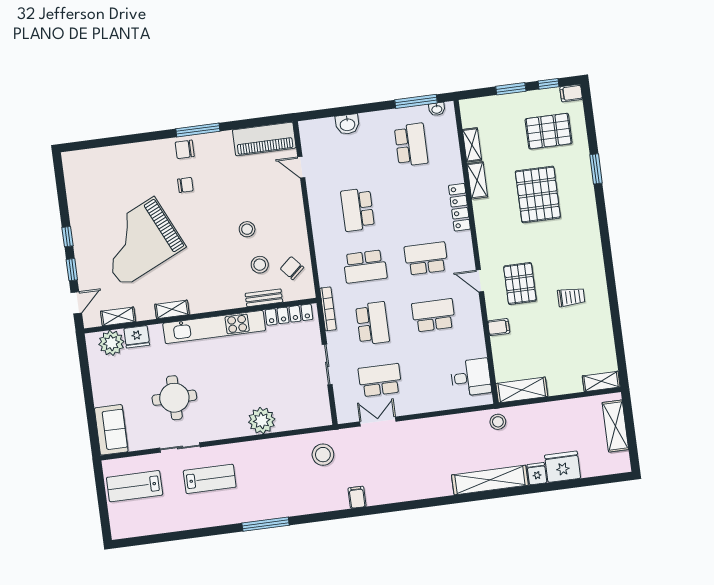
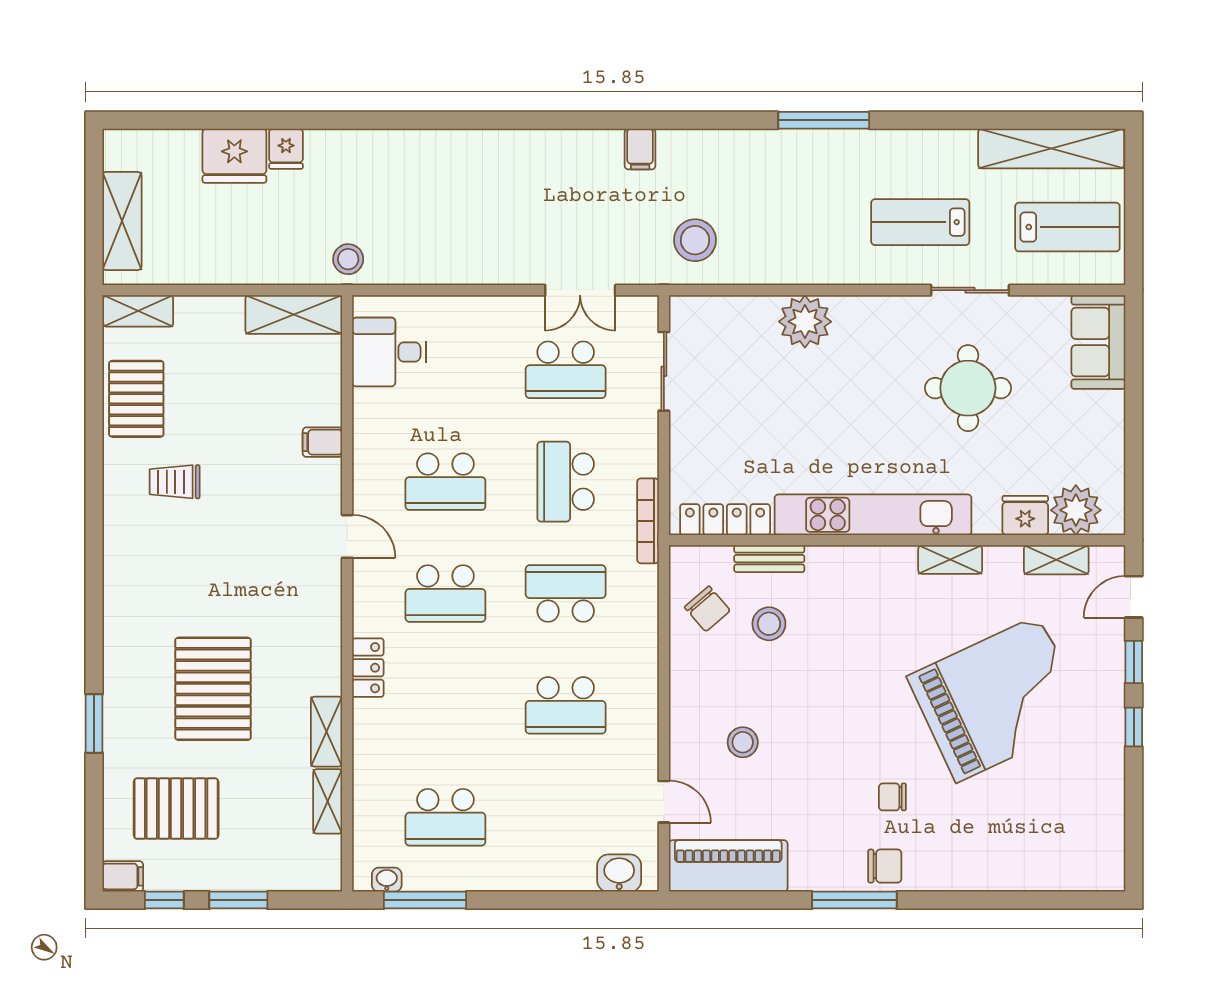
washbasin: (347, 124) -> (619, 873), moved
school desk: (411, 145) -> (445, 817), turned -90
locker: (459, 207) -> (368, 668), width x0.66
school desk: (358, 210) -> (566, 705), turned 90
stool: (247, 229) -> (743, 742), moved
pallet: (520, 283) -> (136, 399), moved
sliding door: (327, 364) -> (664, 371), moved
shelving: (490, 480) -> (1051, 149), moved

